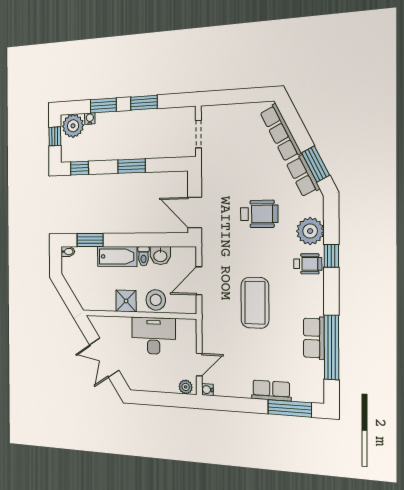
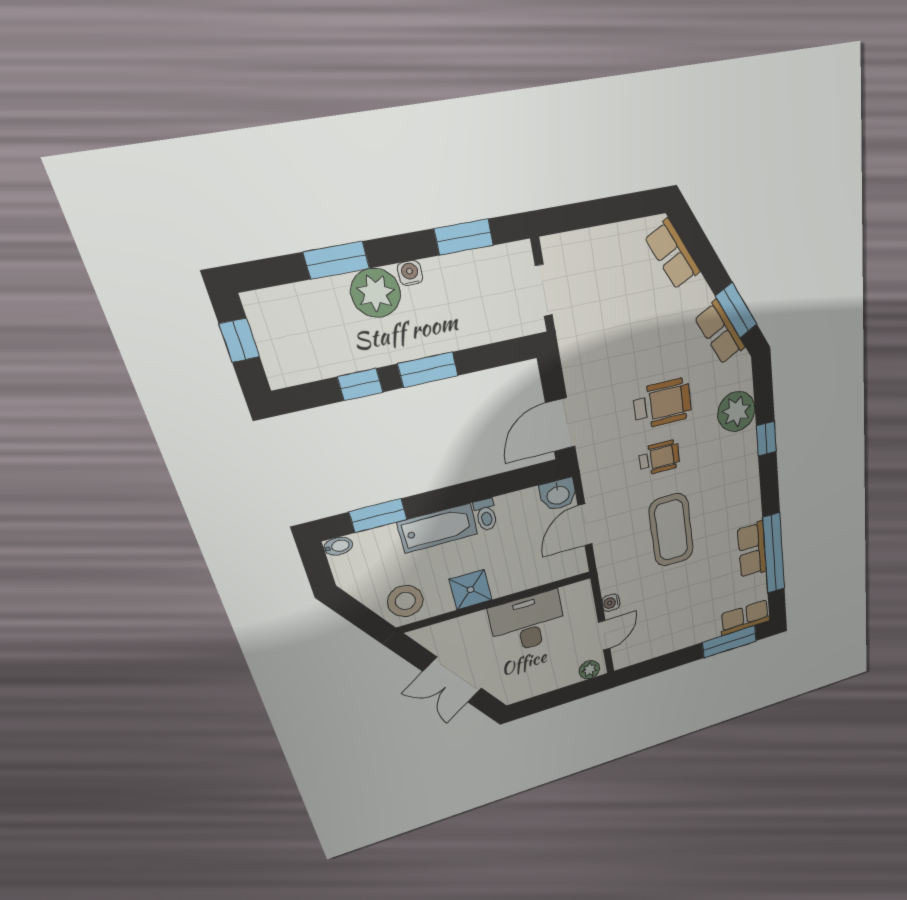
window: (144, 103) -> (464, 237), moved
water cooler: (90, 119) -> (410, 273), moved
plant: (73, 126) -> (376, 293), moved
row of seats: (281, 132) -> (673, 254), width x0.68
window: (79, 168) -> (360, 385), moved
door: (195, 213) -> (560, 425), hinge flipped
washbasin: (160, 256) -> (558, 494), moved
wheelchair: (308, 264) -> (659, 458), moved
stool: (156, 300) -> (405, 601), moved
water cooler: (207, 390) -> (611, 603), moved
row of seats: (271, 391) -> (745, 618), moved

